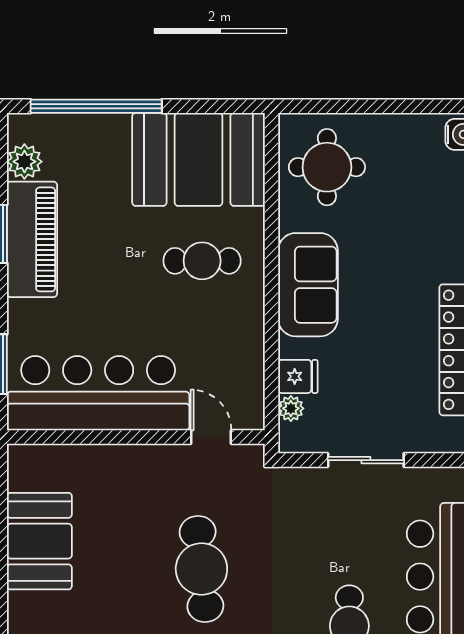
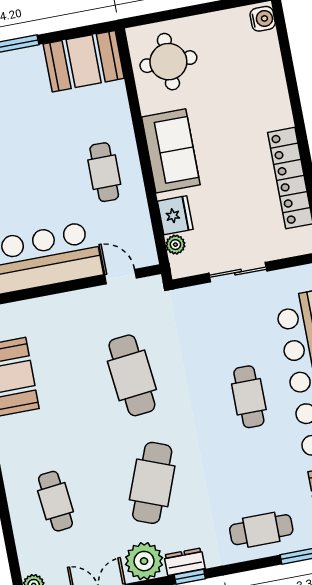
booth: (198, 159) -> (84, 61), width x0.73, depth x0.70
cafe table: (202, 261) -> (104, 172), moved, turned 90
fridge: (298, 376) -> (175, 215), width x1.38

